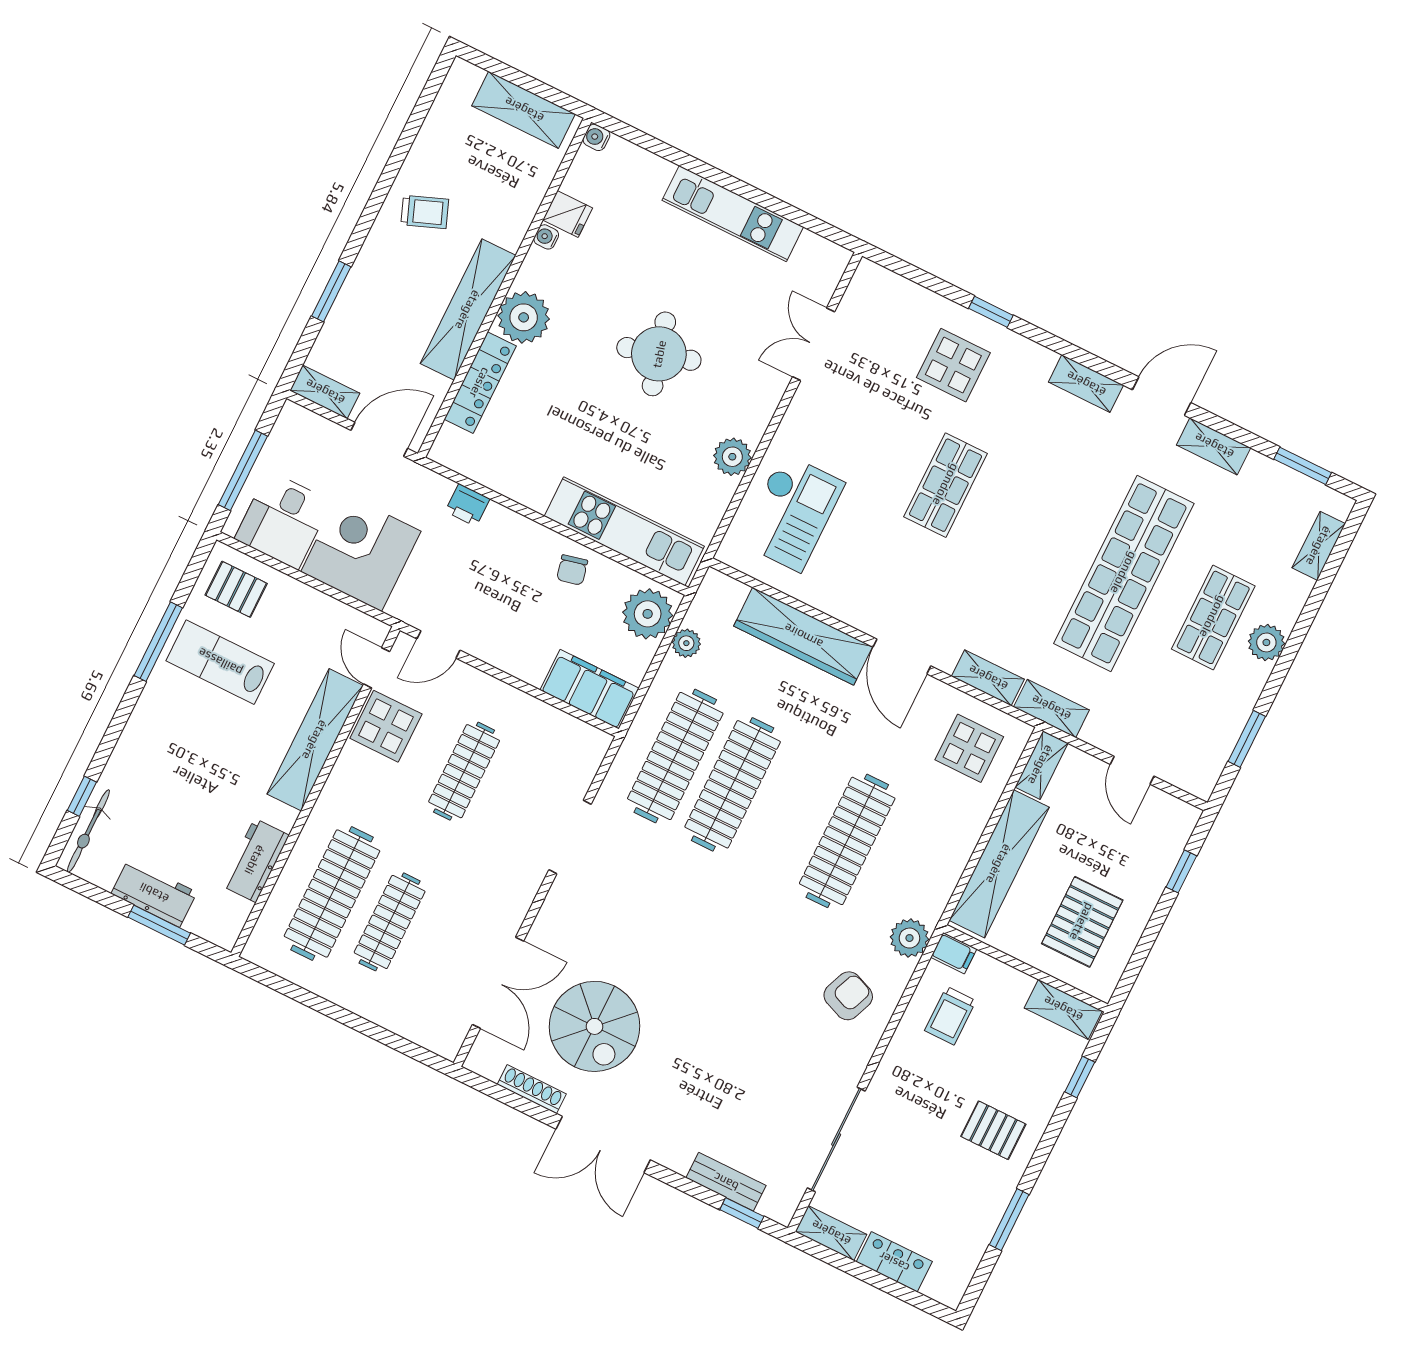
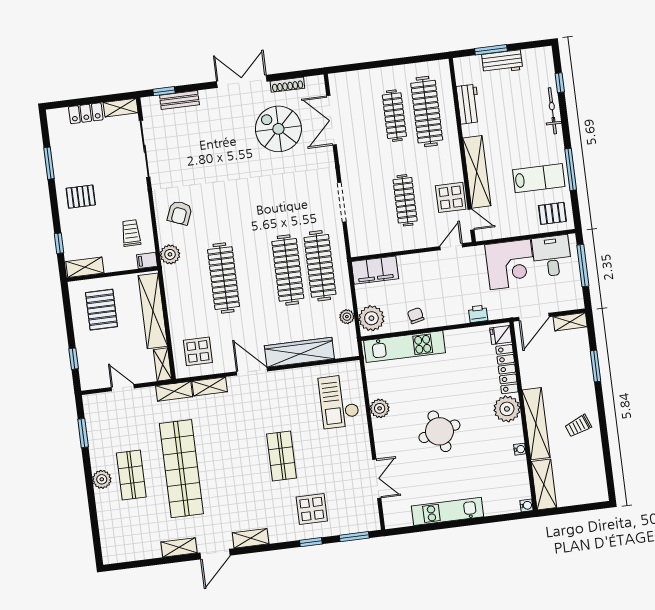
shelving: (524, 110) -> (544, 484), moved, turned 90
fridge: (568, 214) -> (501, 335), moved
shelving: (468, 310) -> (536, 424), moved
window: (1303, 466) -> (354, 537), moved
shelving: (1319, 546) -> (107, 535), removed
bicycle: (88, 831) -> (552, 111), moved

